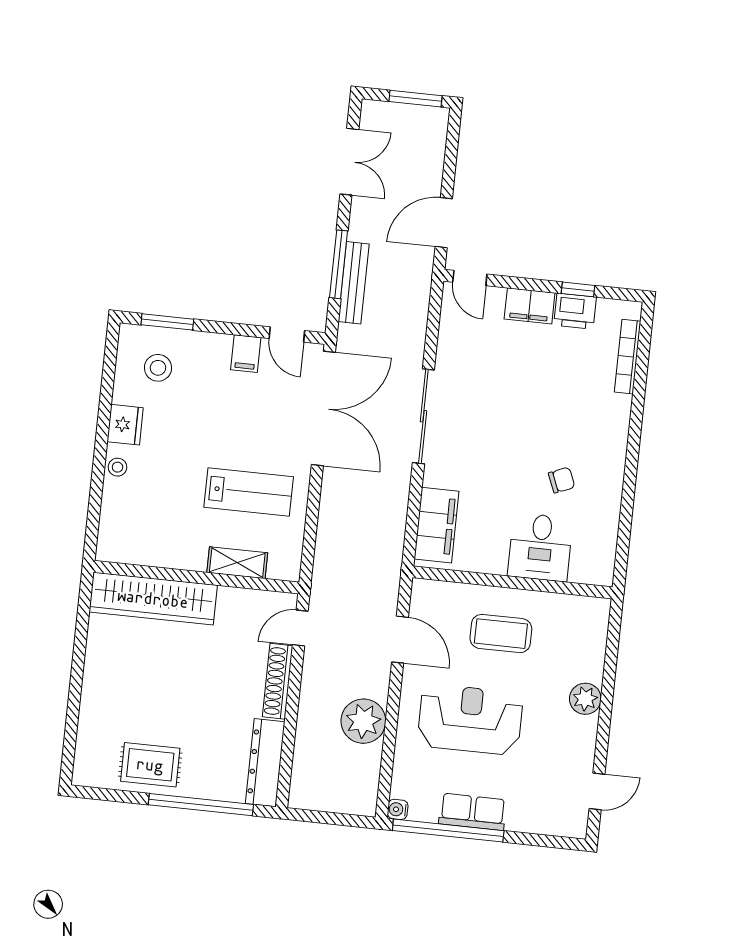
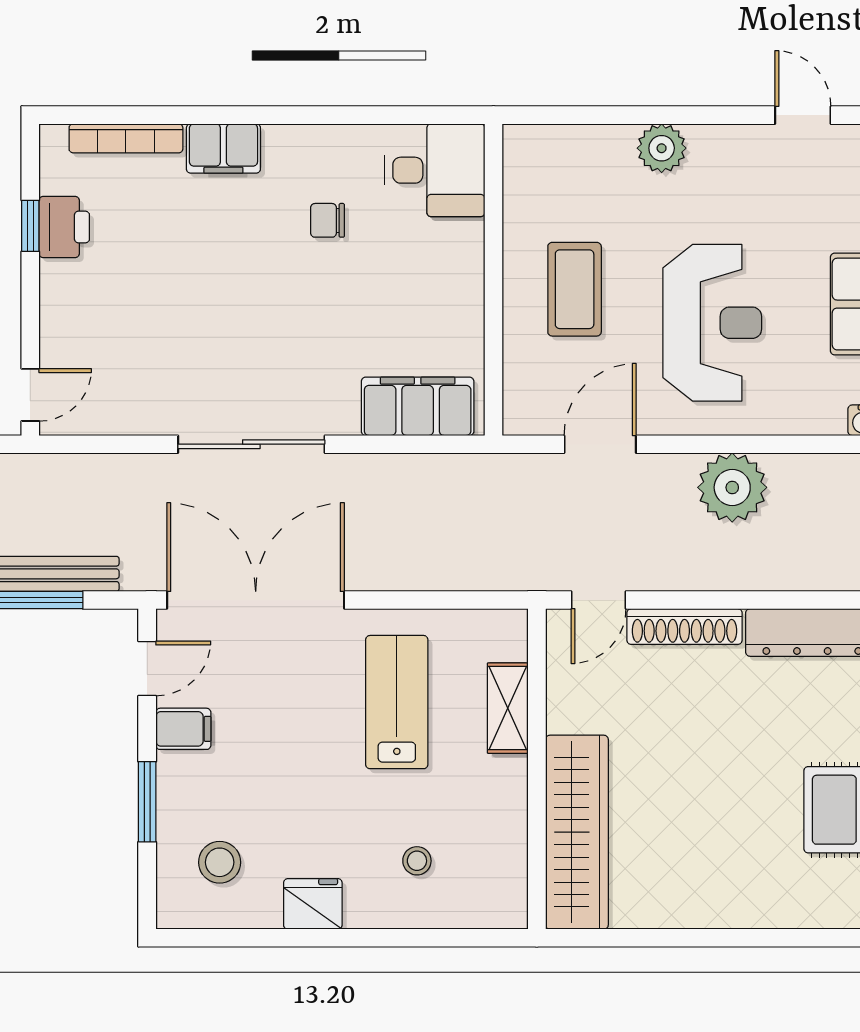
filing cabinet: (530, 306) -> (223, 148), moved, turned 90
window: (167, 322) -> (147, 802), moved
stool: (118, 467) -> (417, 861), moved
chair: (562, 480) -> (328, 220), turned -68
desk: (540, 547) -> (435, 170), moved
door: (300, 628) -> (599, 600), hinge flipped
reception desk: (470, 719) -> (712, 323), turned 180

